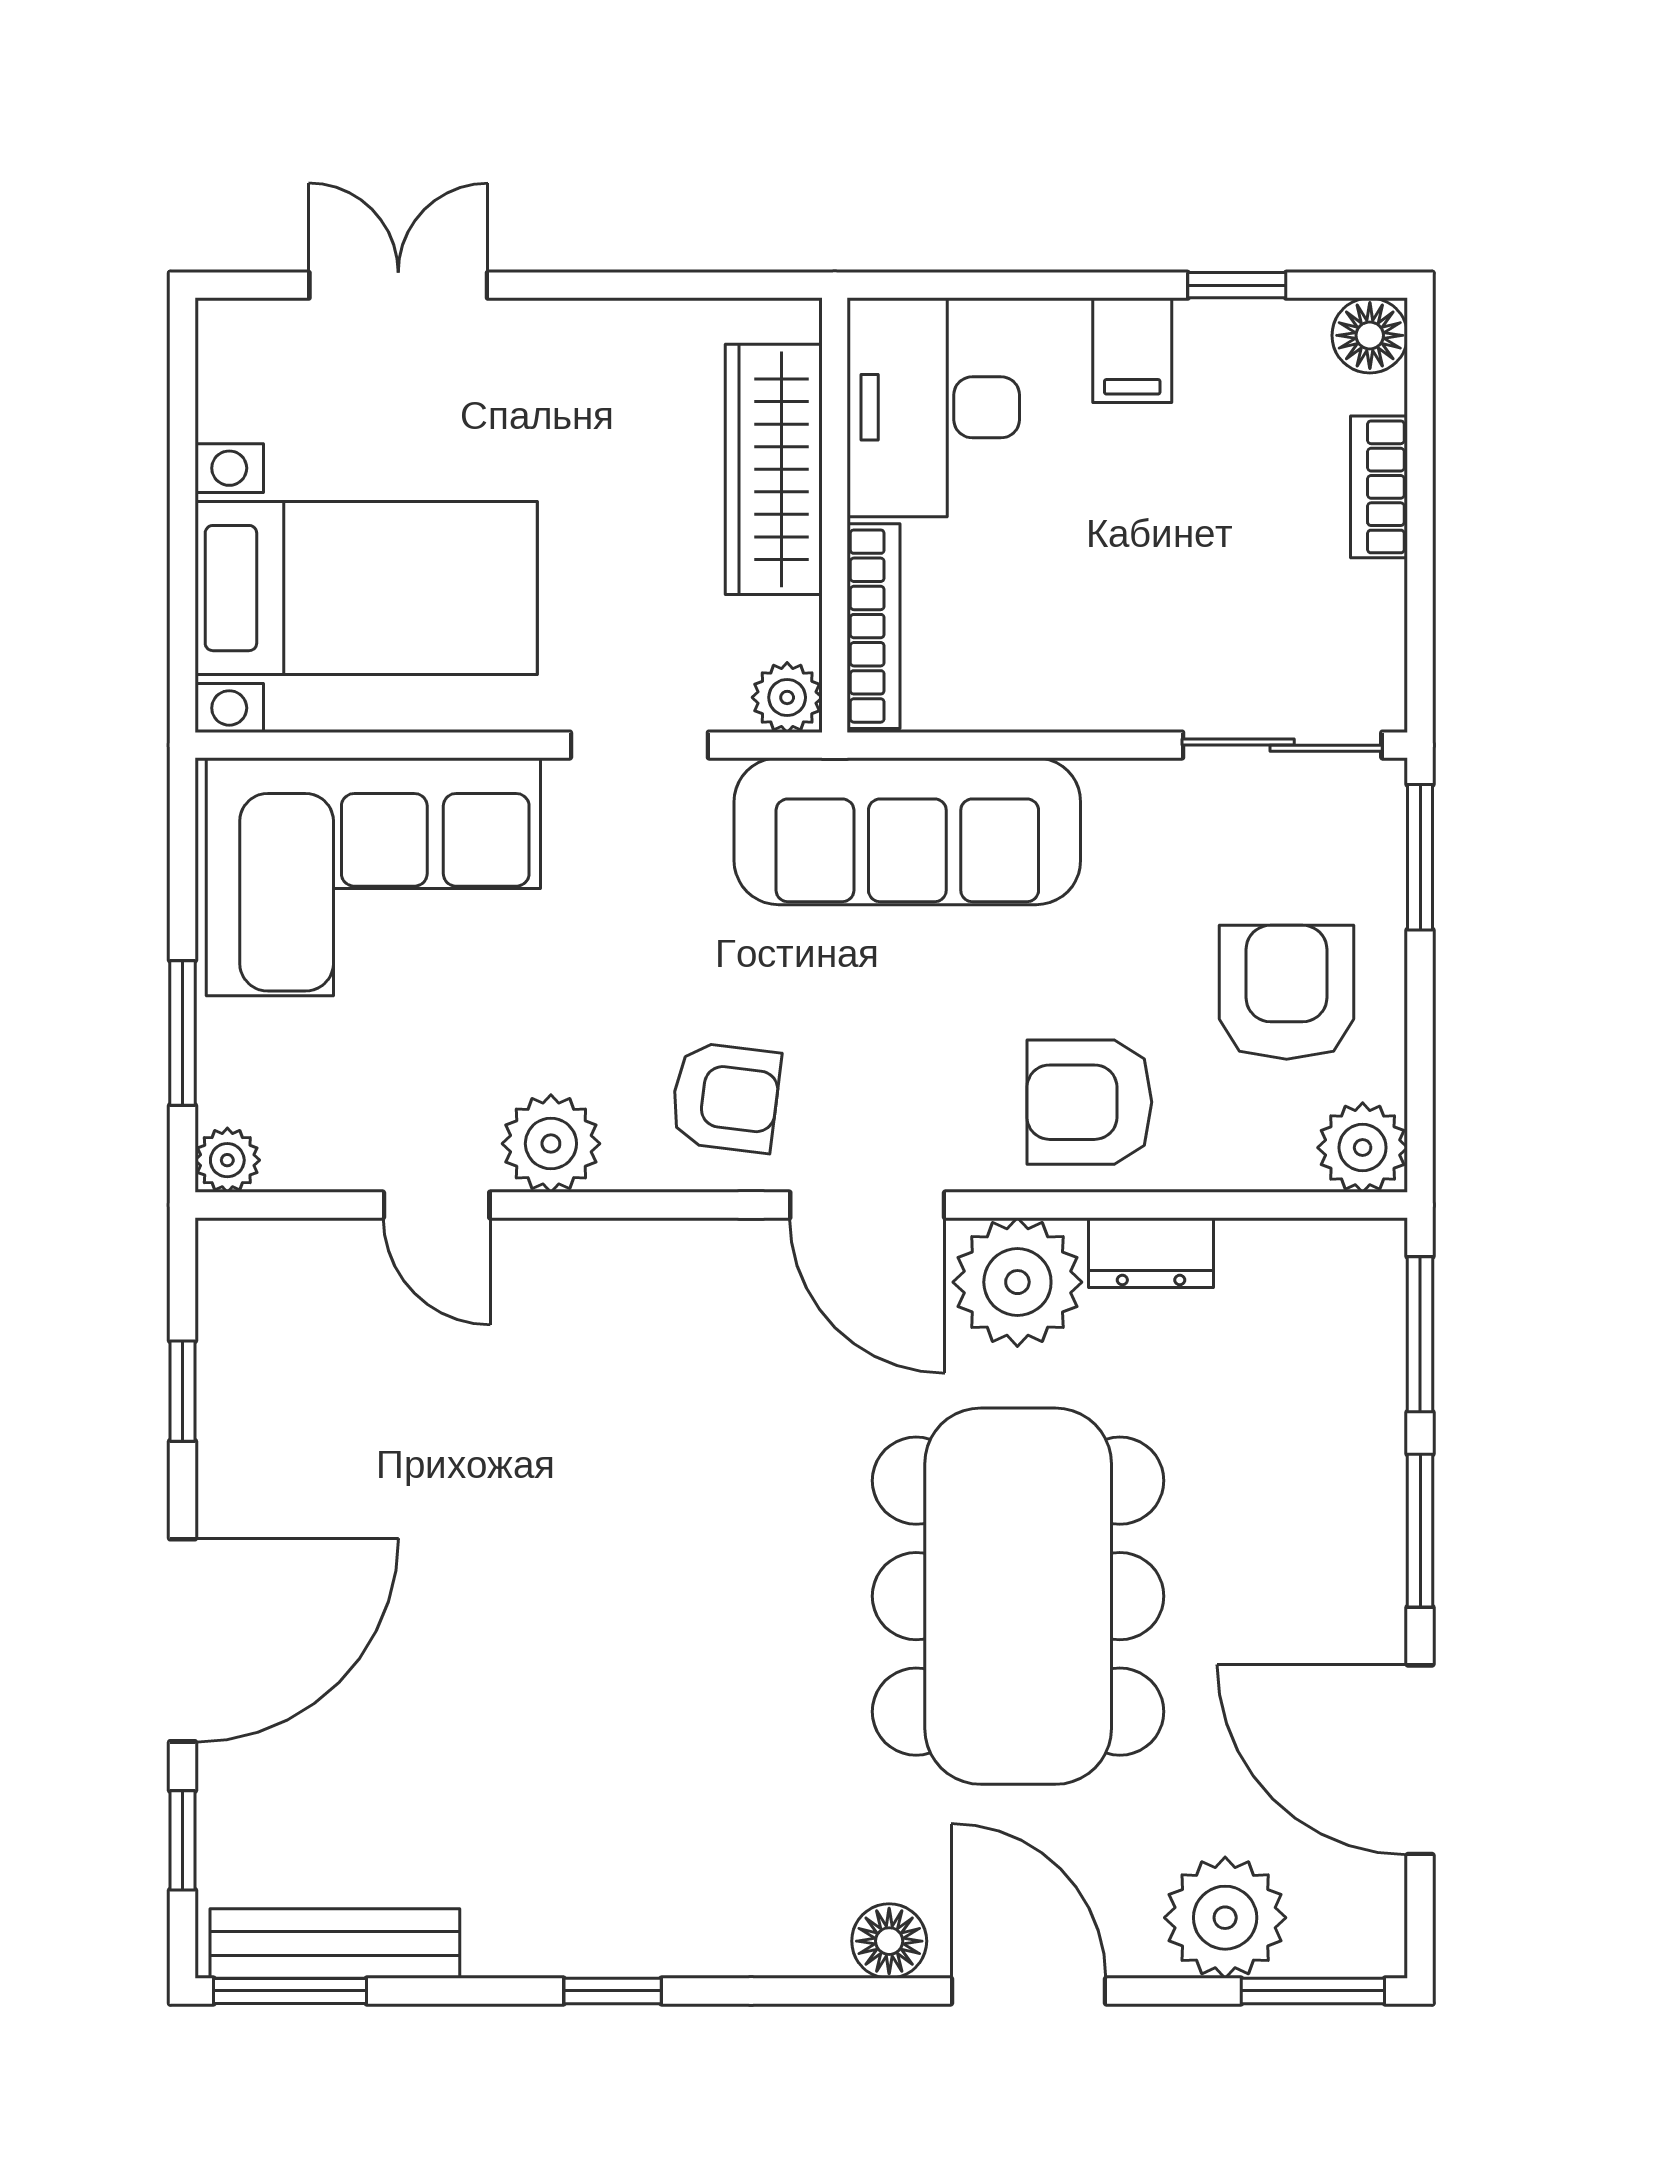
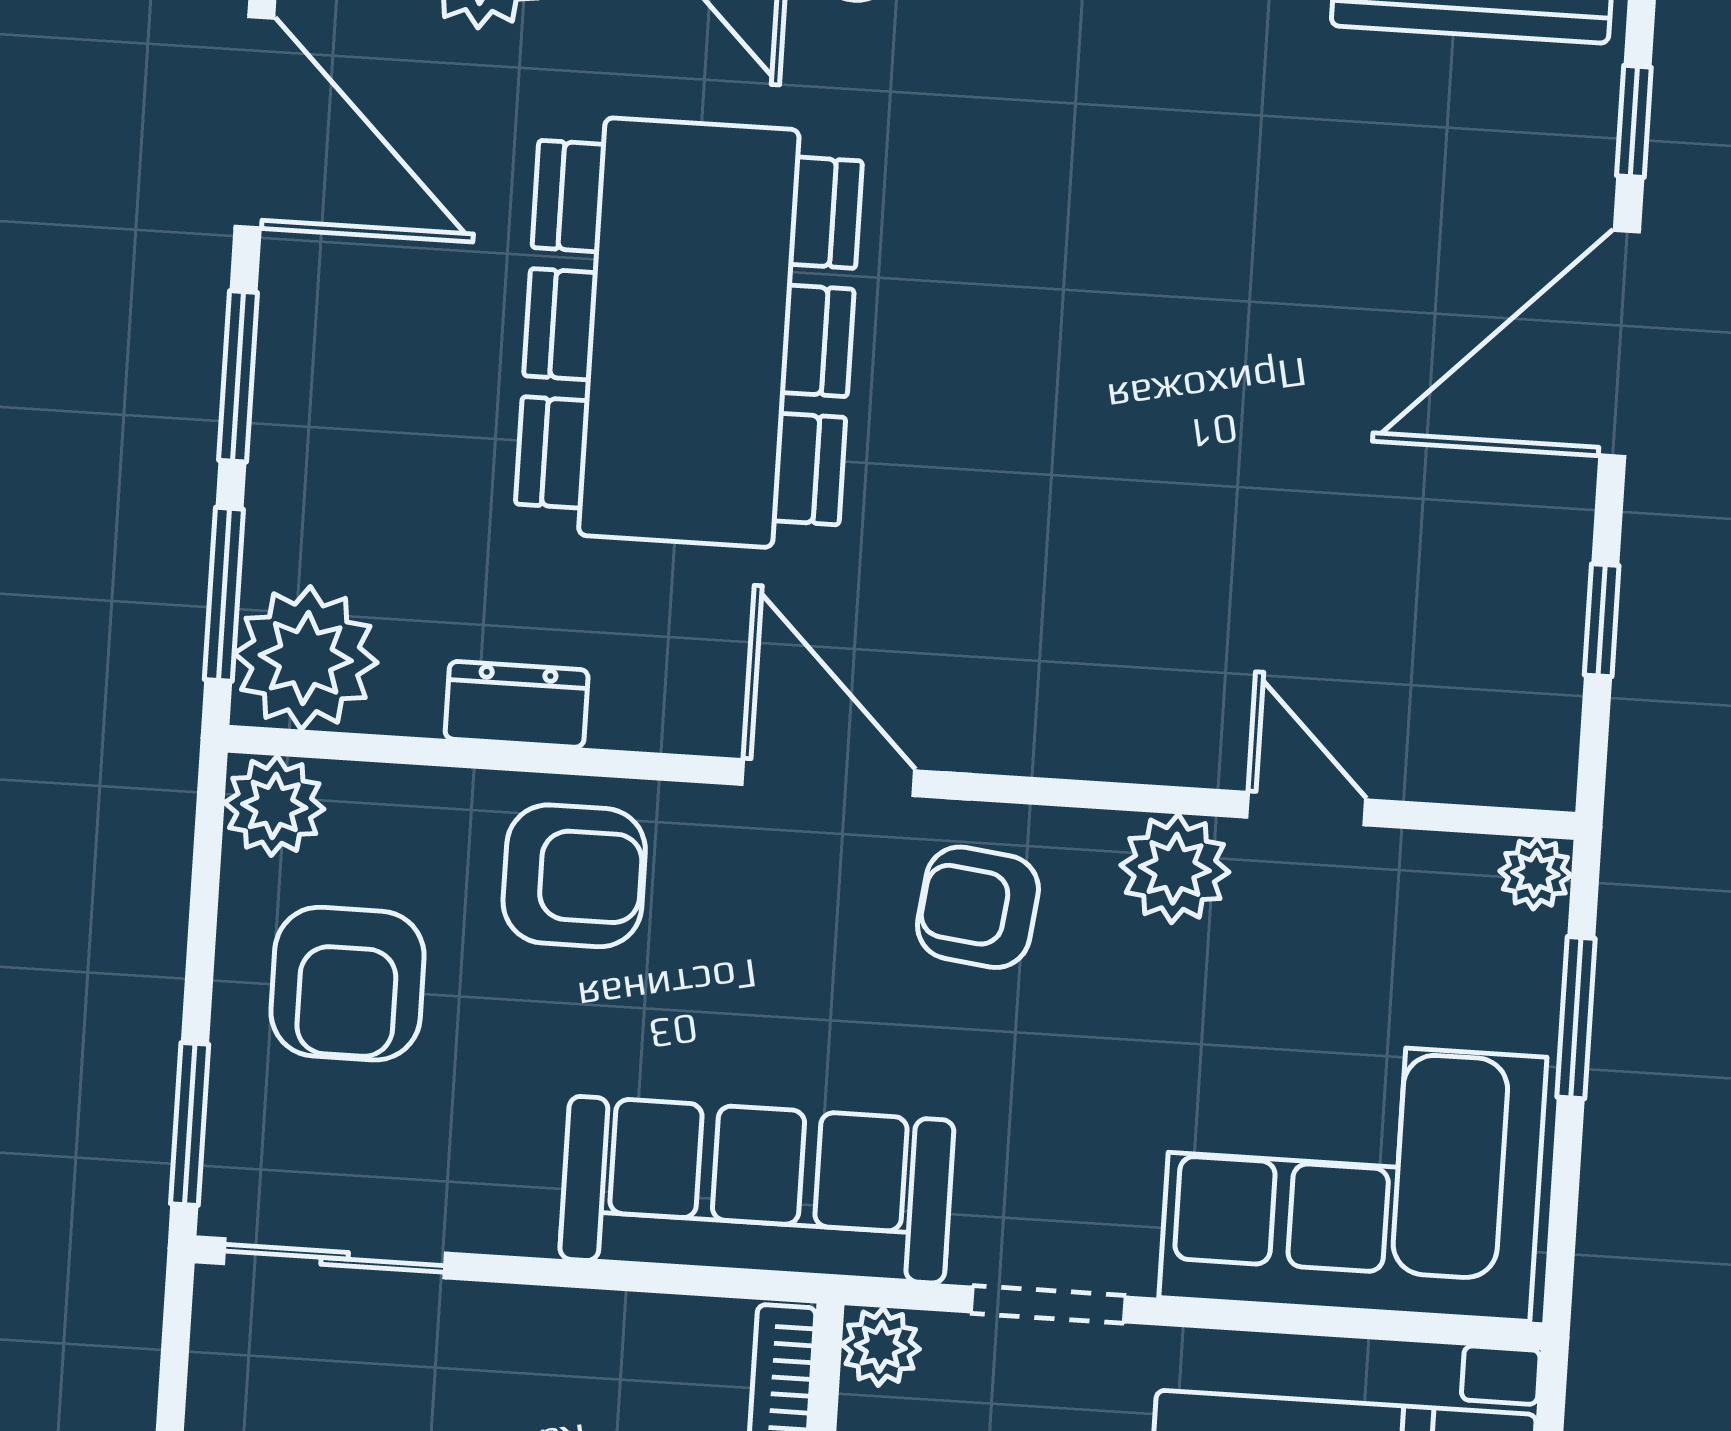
plant: (1017, 1282) -> (306, 658), moved

